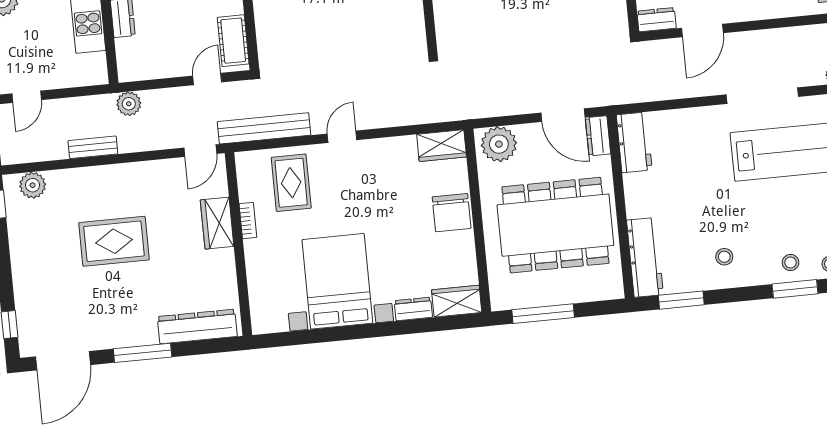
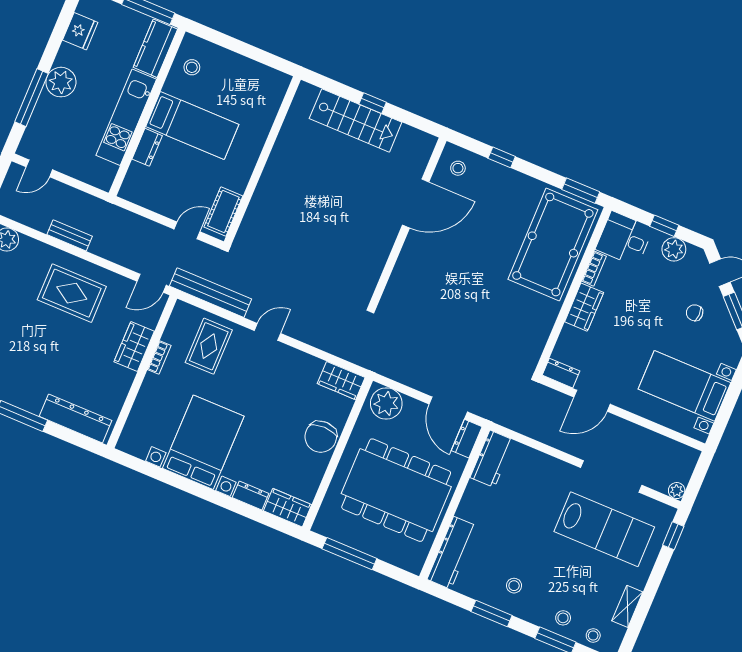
plant: (129, 104) -> (116, 217), removed
rug: (114, 241) -> (72, 293), moved
window: (681, 300) -> (492, 613), moved

